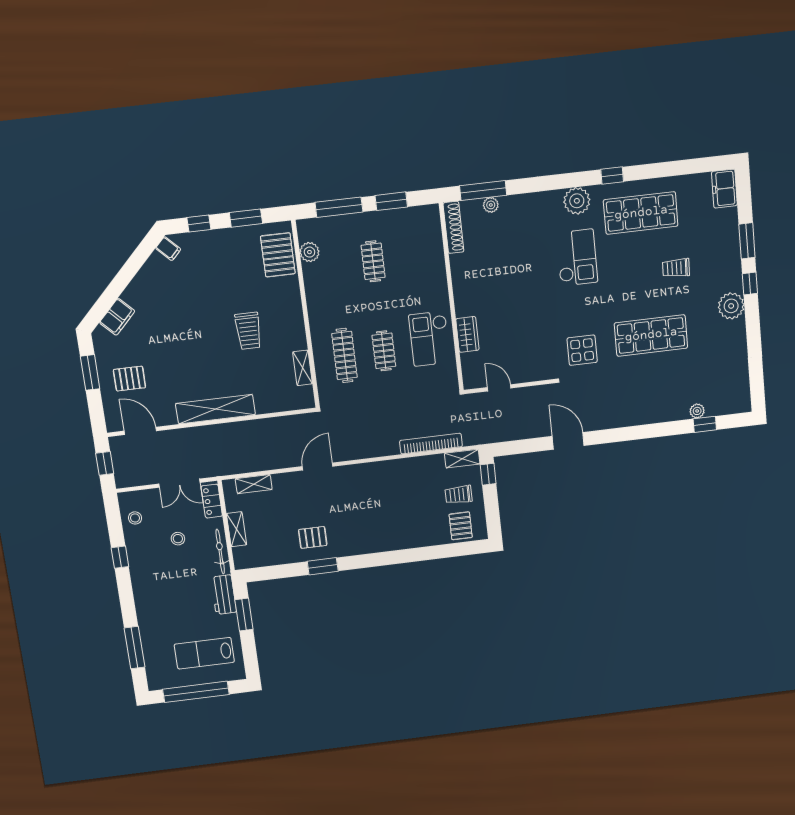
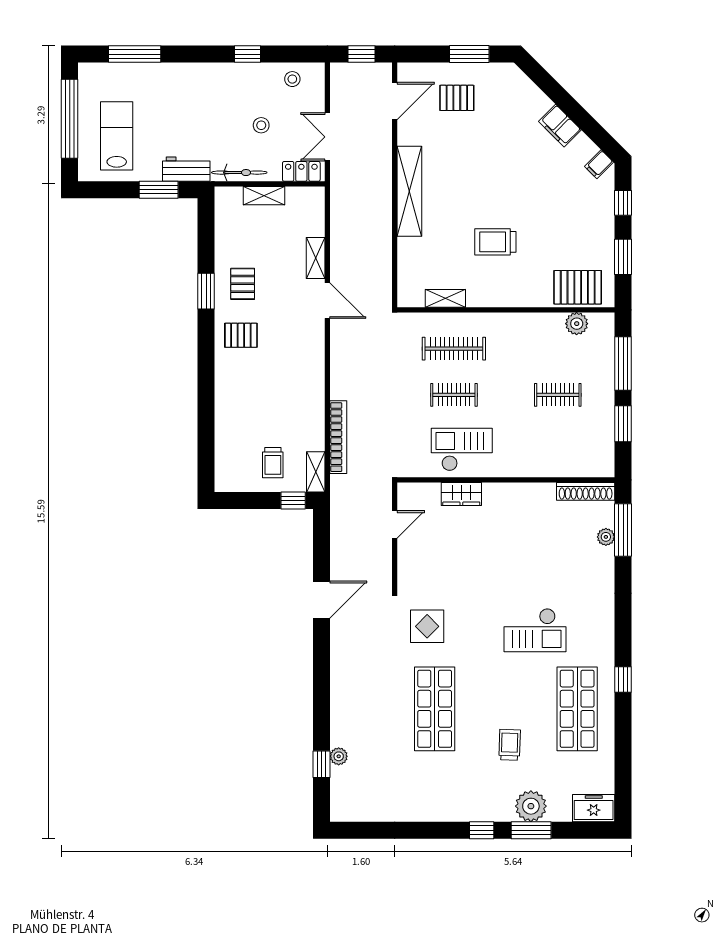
plant: (577, 201) -> (599, 636), removed
plant: (731, 306) -> (531, 806), moved
filing cabinet: (117, 317) -> (560, 126), moved
pallet: (129, 379) -> (457, 98), turned 90
shelving: (254, 484) -> (316, 258), moved
trolley: (459, 495) -> (273, 463), turned 180
pallet: (461, 526) -> (241, 335), moved

